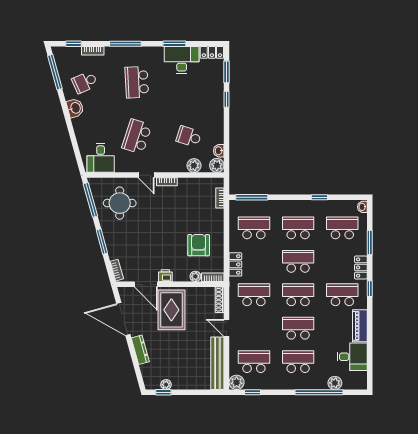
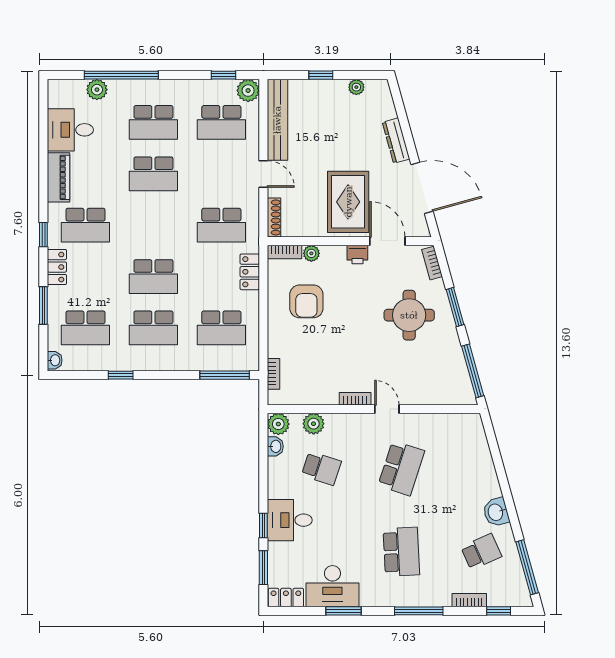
desk: (101, 158) -> (290, 520), moved, turned -90
round table: (120, 203) -> (409, 315), moved
school desk: (298, 295) -> (153, 225), removed
window: (163, 392) -> (321, 75), moved

